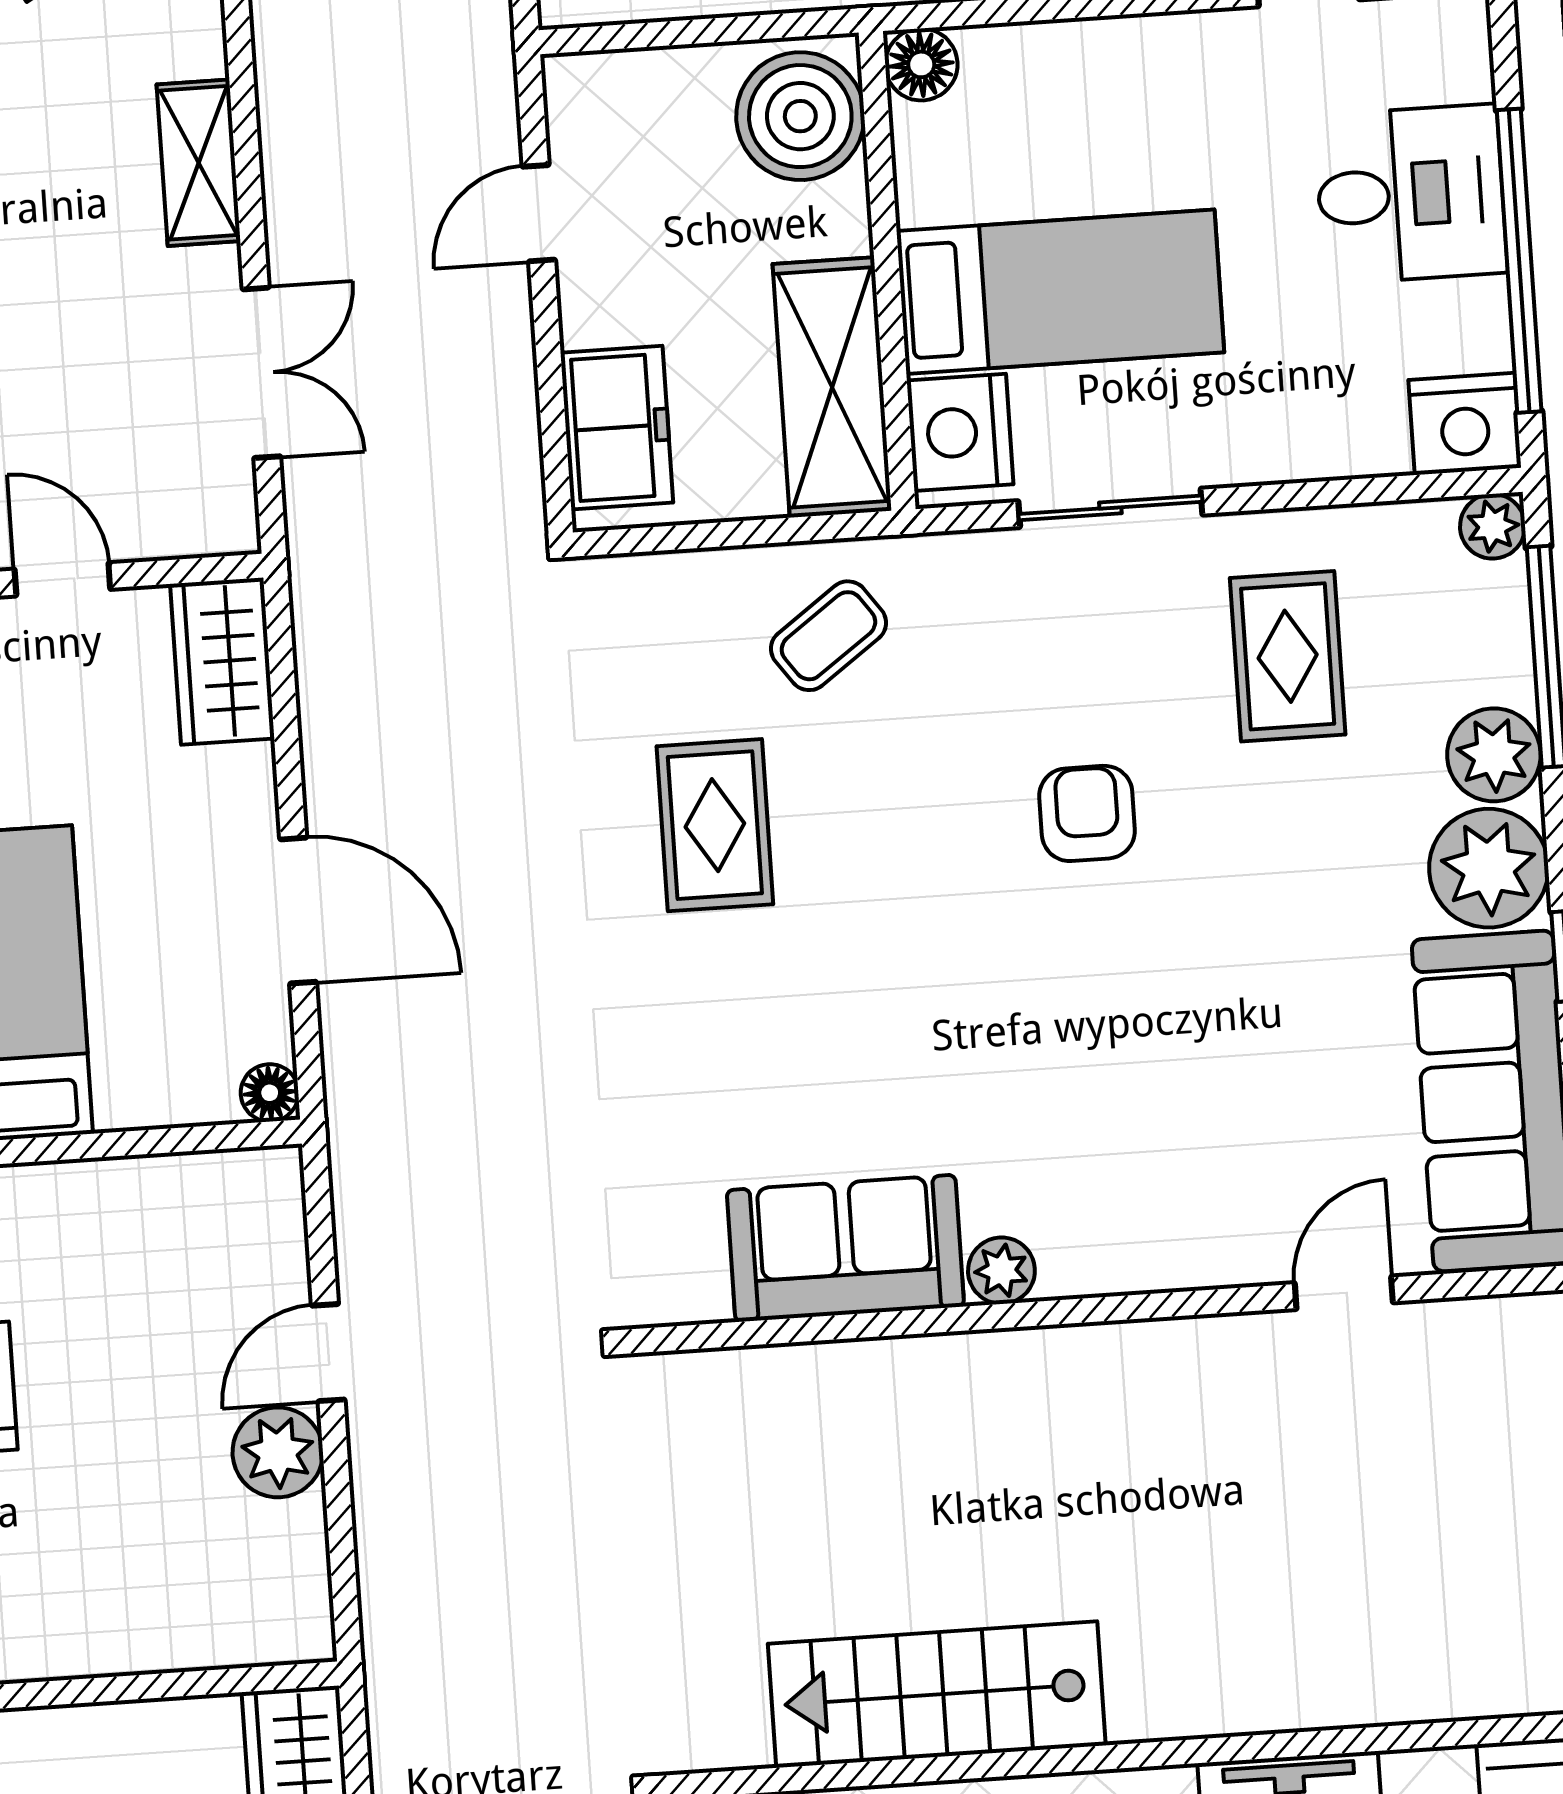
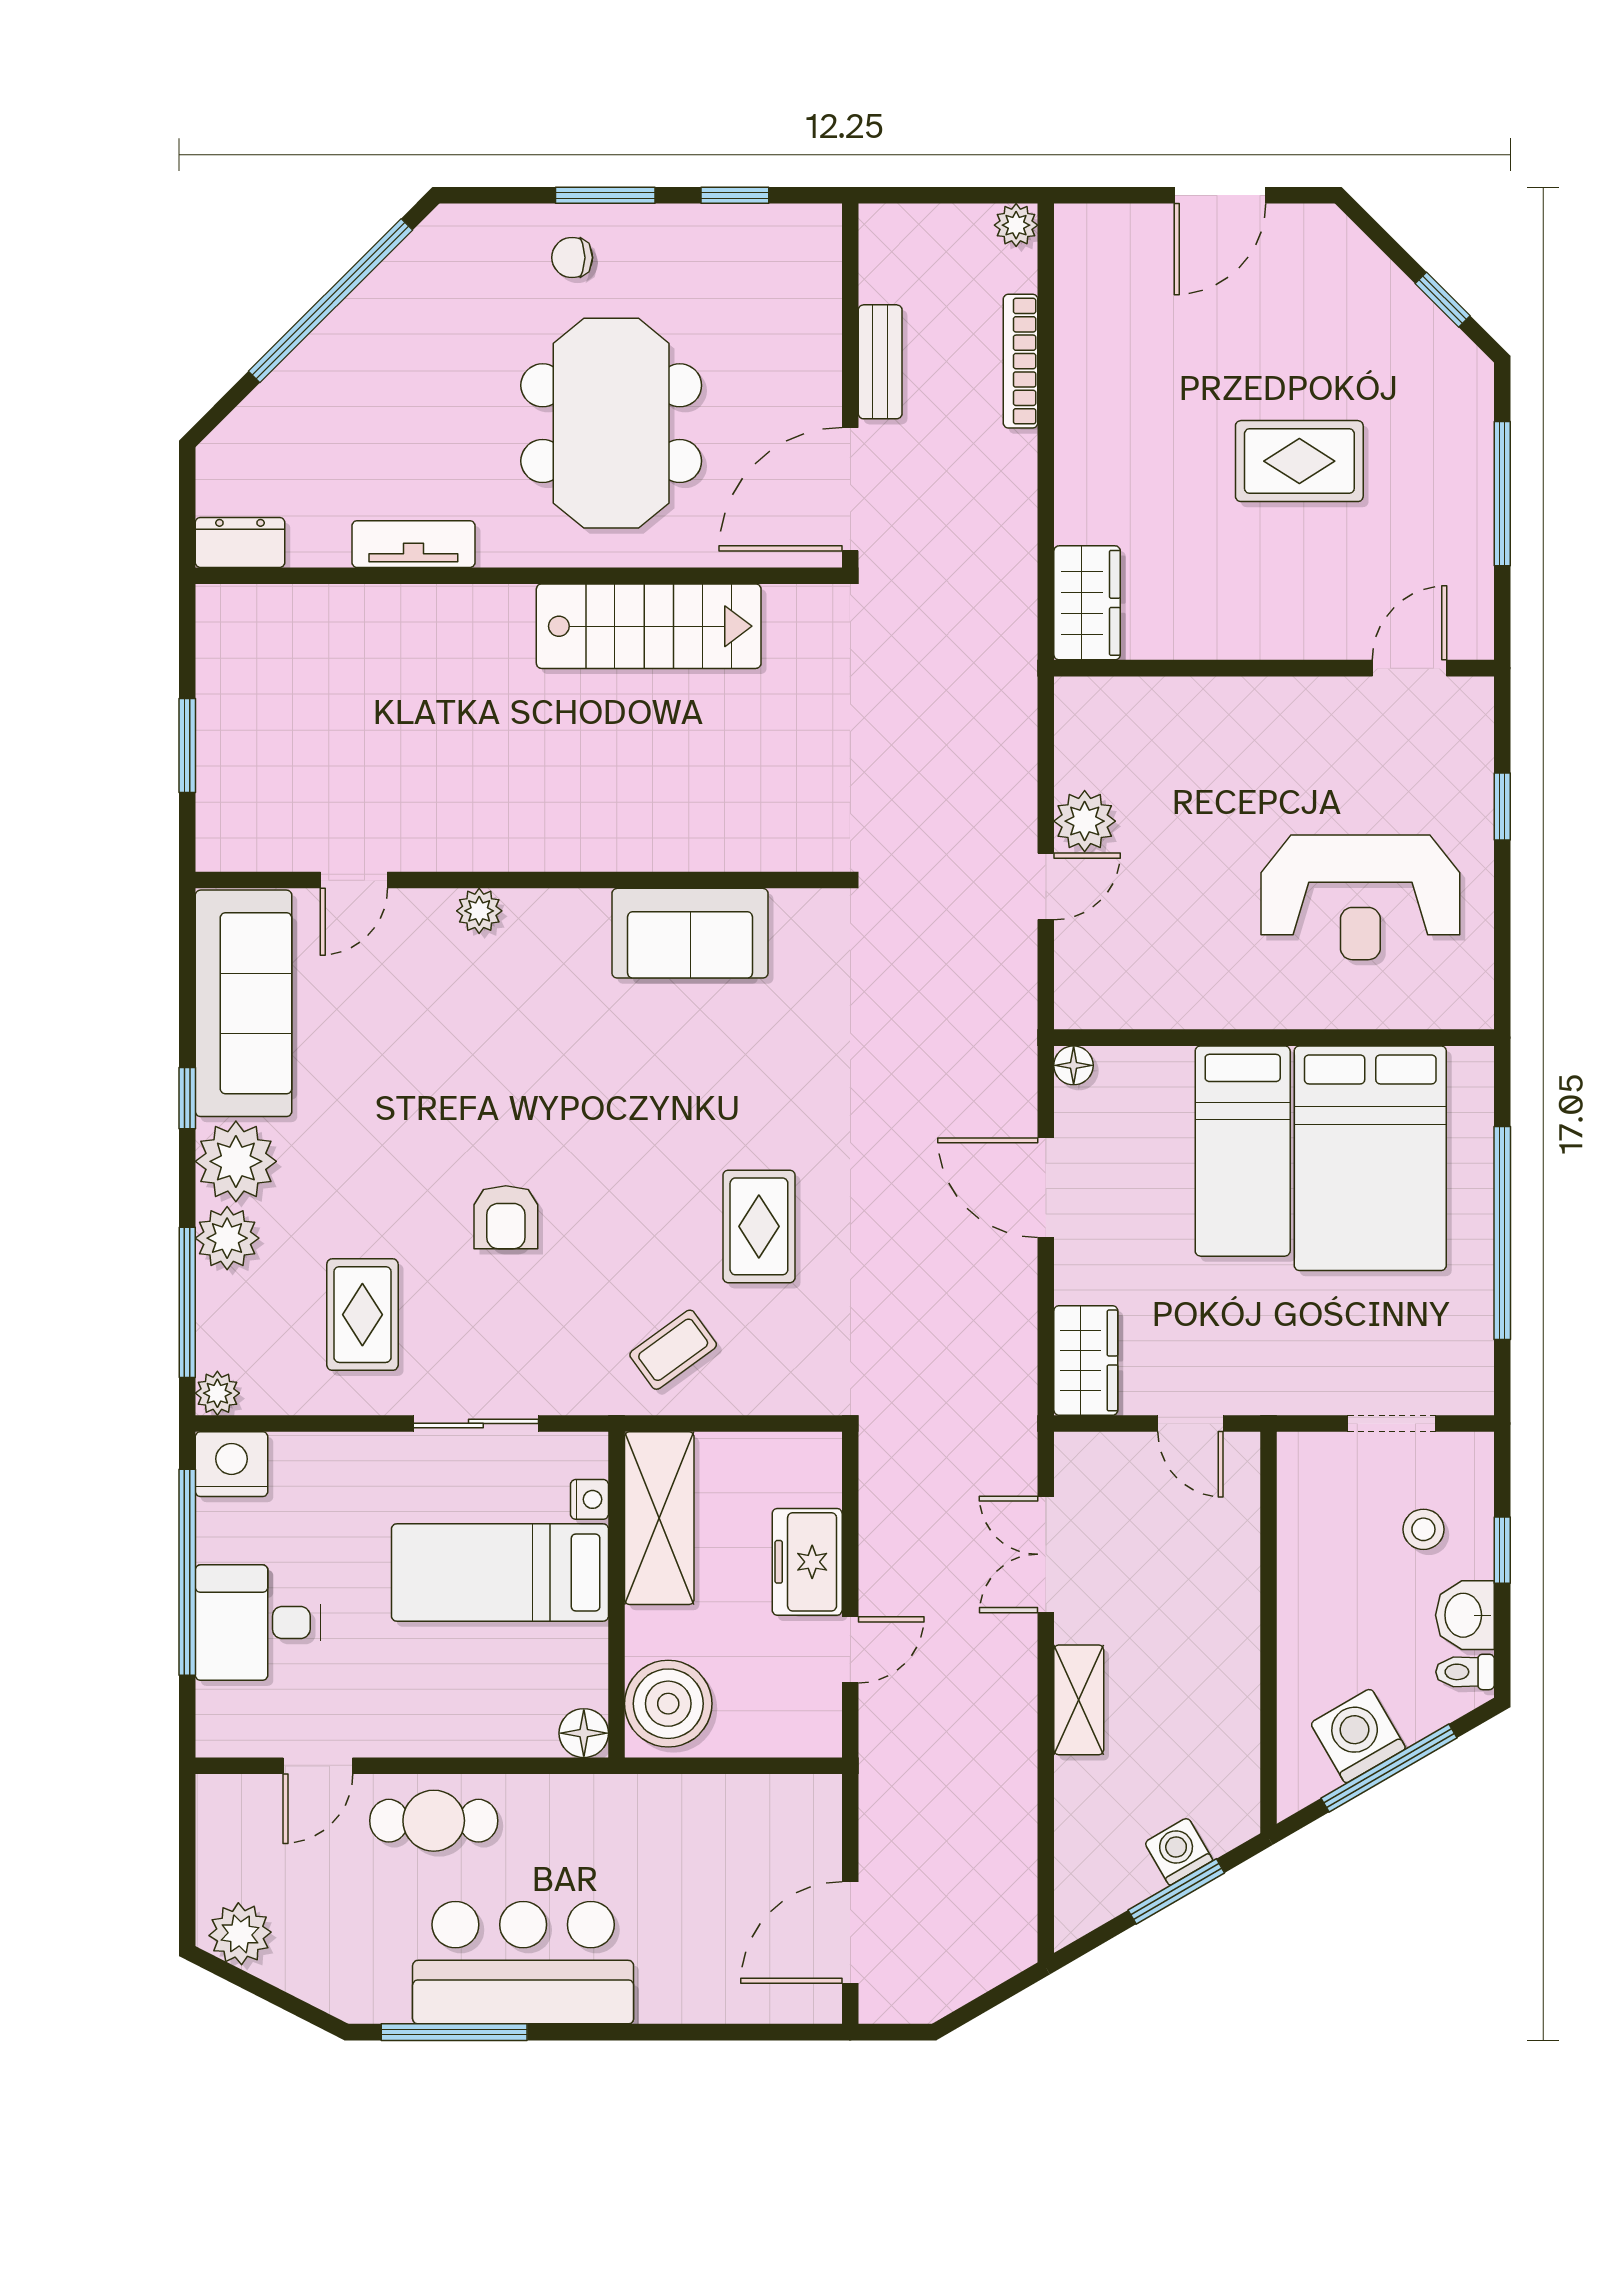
freezer: (617, 428) -> (807, 1562), moved
nightstand: (960, 432) -> (589, 1499), width x0.53, depth x0.56
plant: (1001, 1271) -> (479, 911), moved

